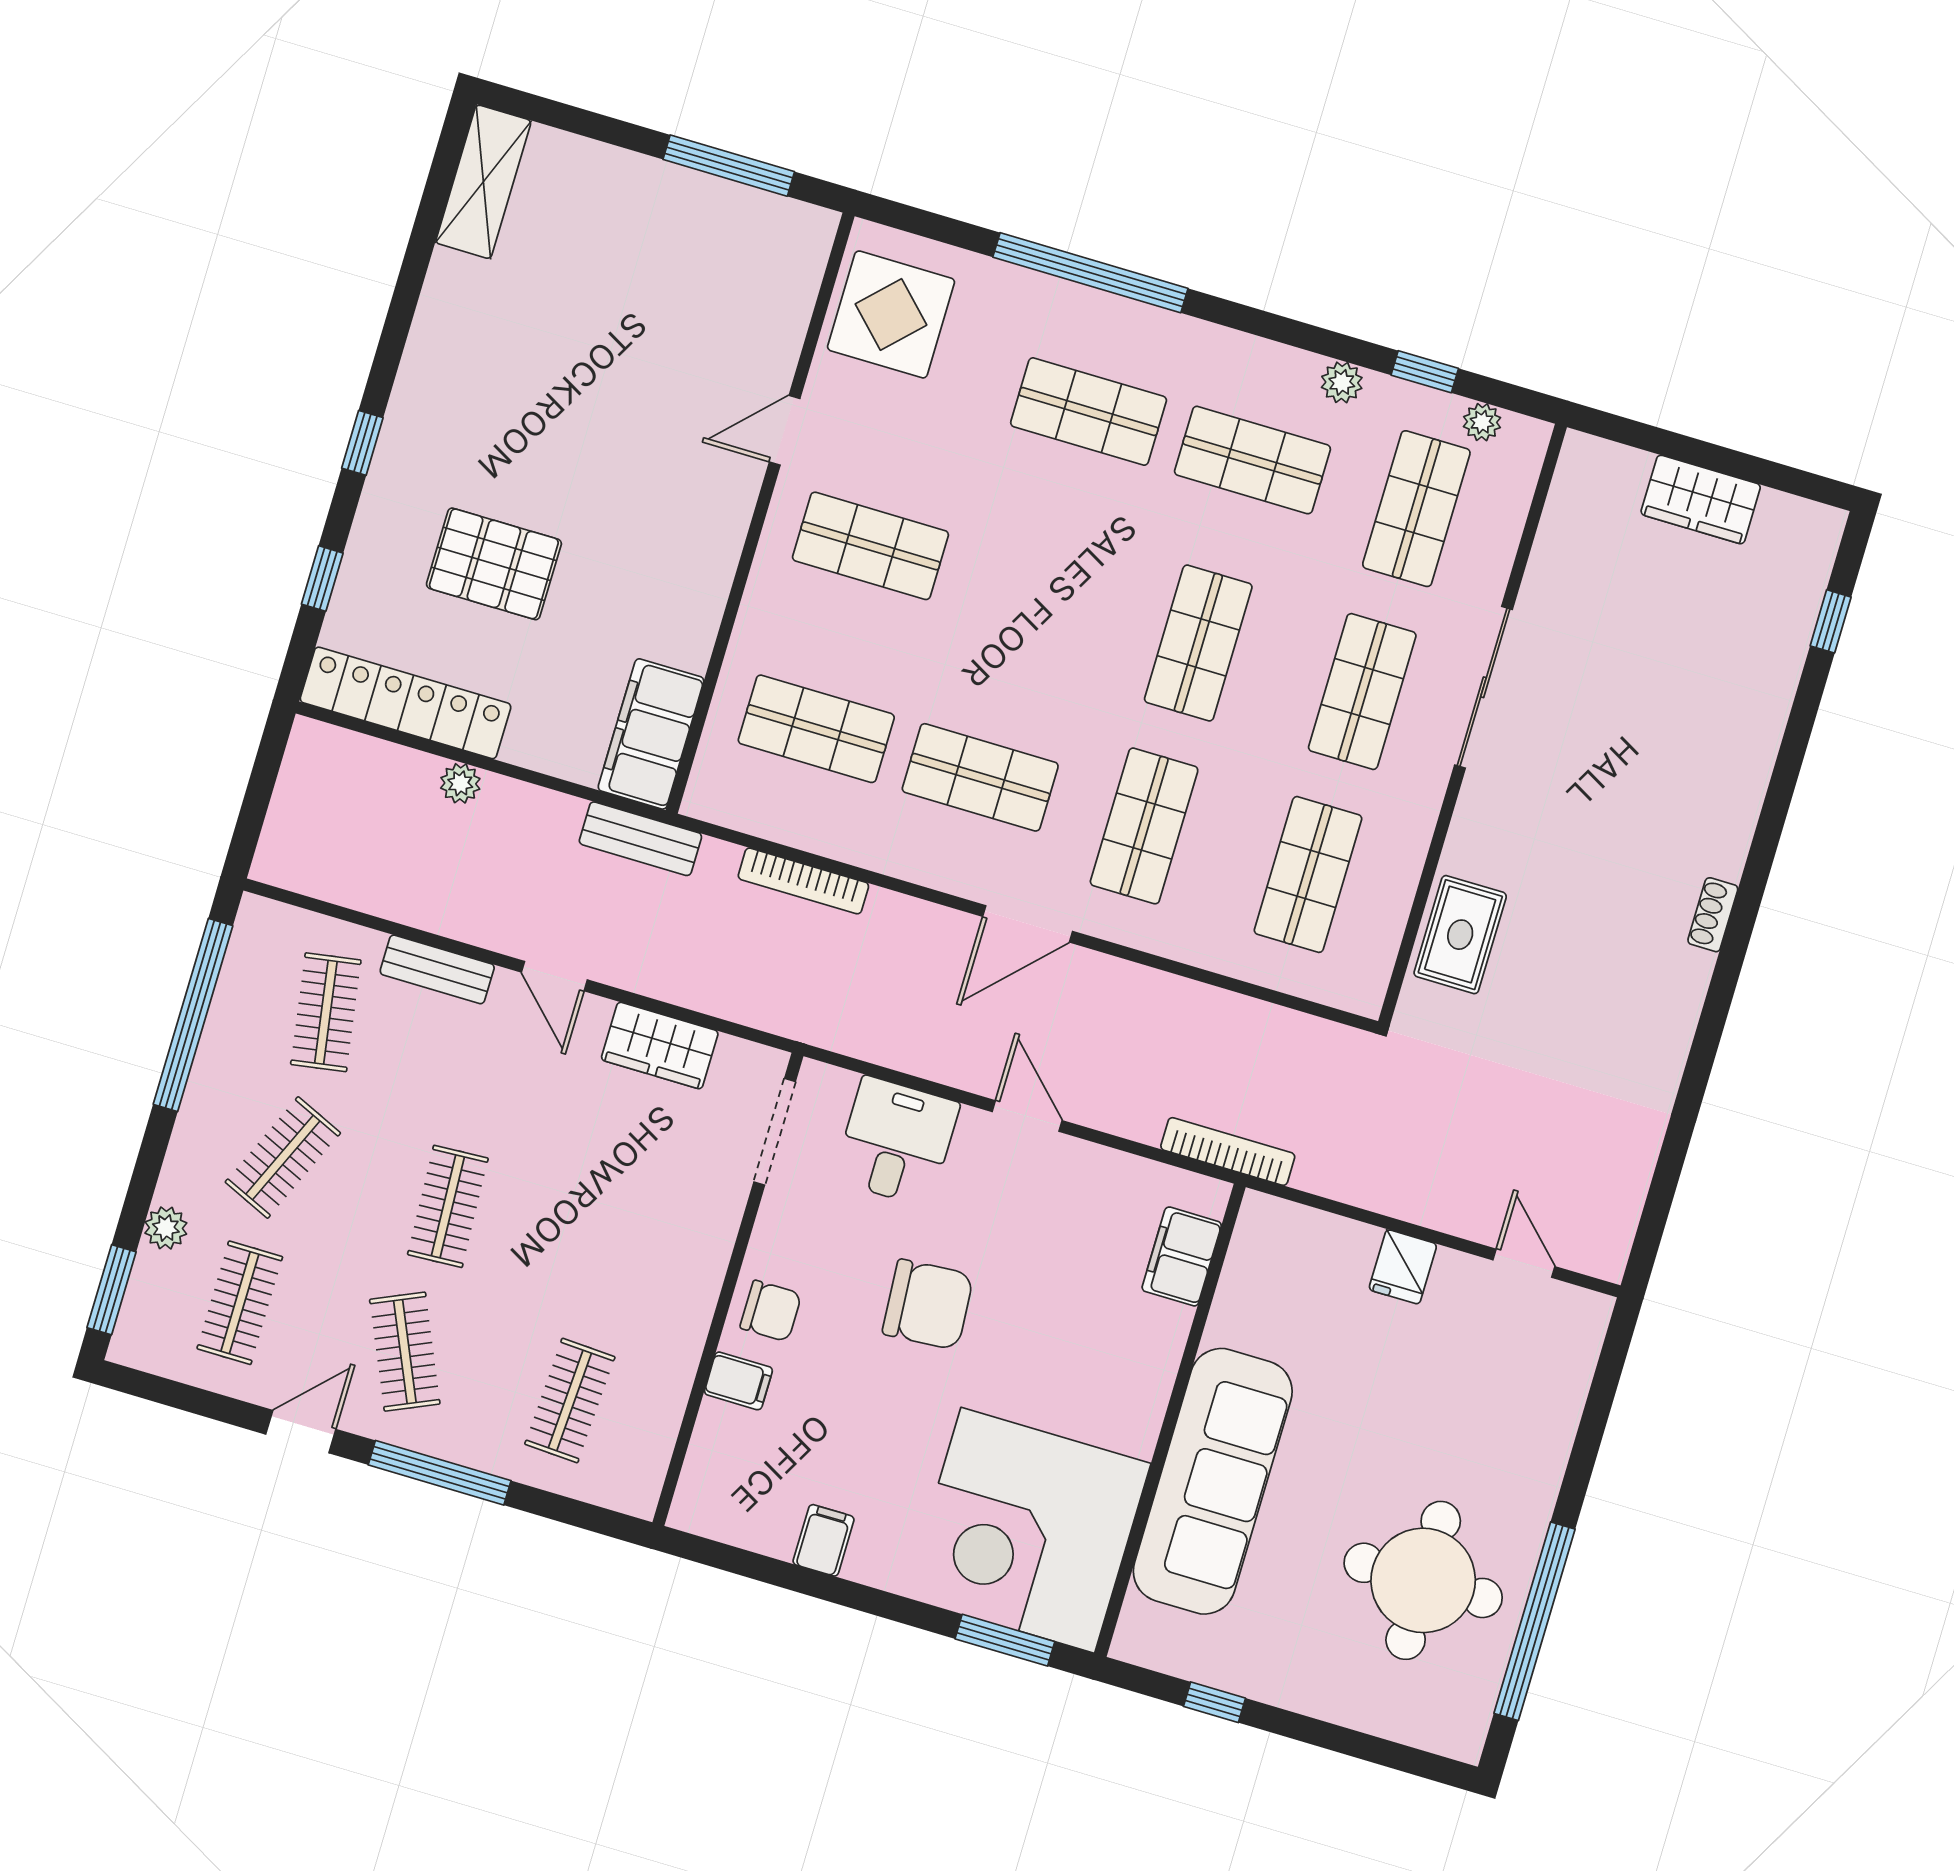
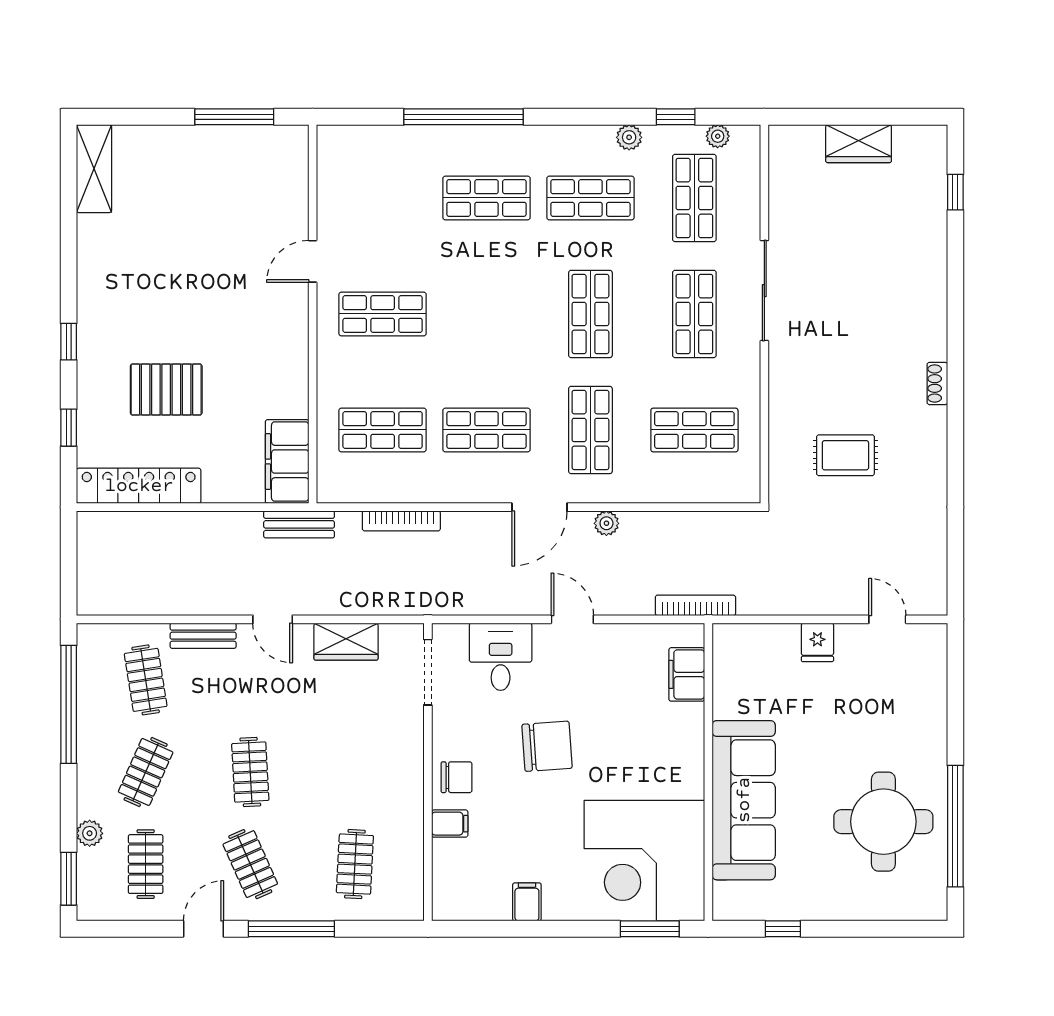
display table: (891, 314) -> (355, 176), removed
plant: (460, 783) -> (606, 523), moved
shop shelf: (1308, 874) -> (694, 430), turned 90
rug: (1460, 935) -> (845, 455), moved, turned 90

